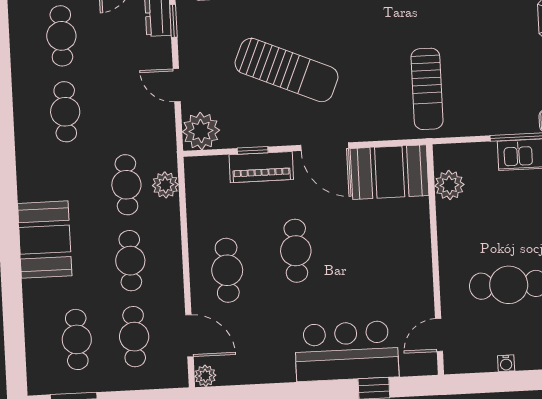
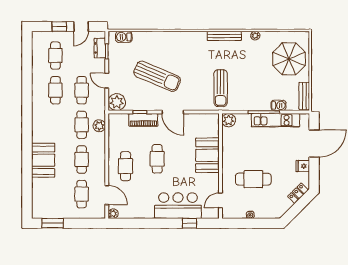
booth: (390, 172) -> (207, 155), moved, turned 90
plant: (449, 185) -> (229, 120), moved
booth: (45, 240) -> (43, 160), moved
cafe table: (77, 339) -> (82, 90), moved

